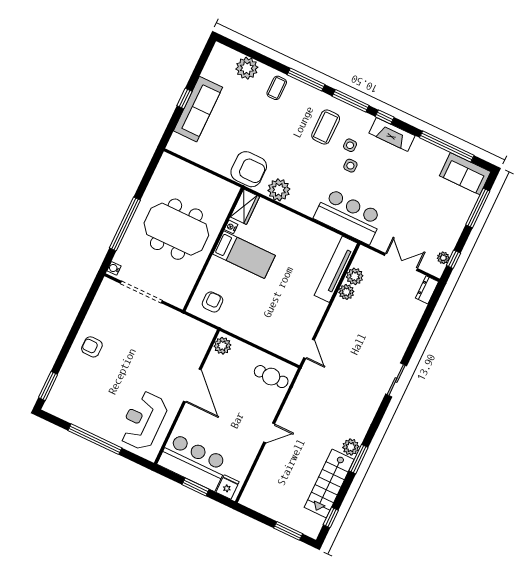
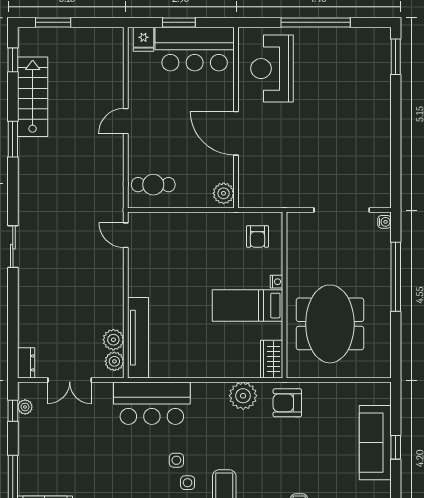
armchair: (249, 169) -> (287, 403), width x0.73, depth x0.73
nightstand: (231, 227) -> (276, 282), moved
meeting table: (176, 229) -> (330, 324), moved, turned 90
plant: (346, 292) -> (114, 361), moved
armchair: (92, 347) -> (368, 123), removed
reception desk: (143, 421) -> (272, 69), turned 180
plant: (351, 447) -> (28, 148), removed

